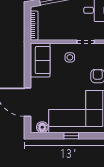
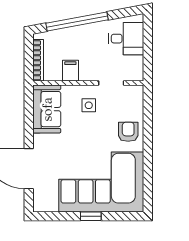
filing cabinet: (57, 33) -> (70, 71), added
floor lamp: (42, 127) -> (50, 204), removed

